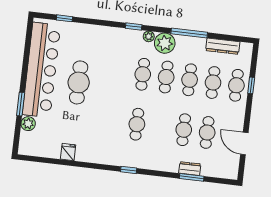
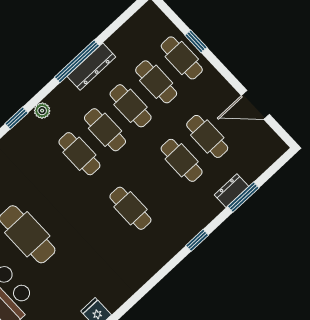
plant: (165, 43) -> (65, 99), removed
dresser: (223, 46) -> (91, 67), moved
window: (129, 170) -> (197, 240), moved

